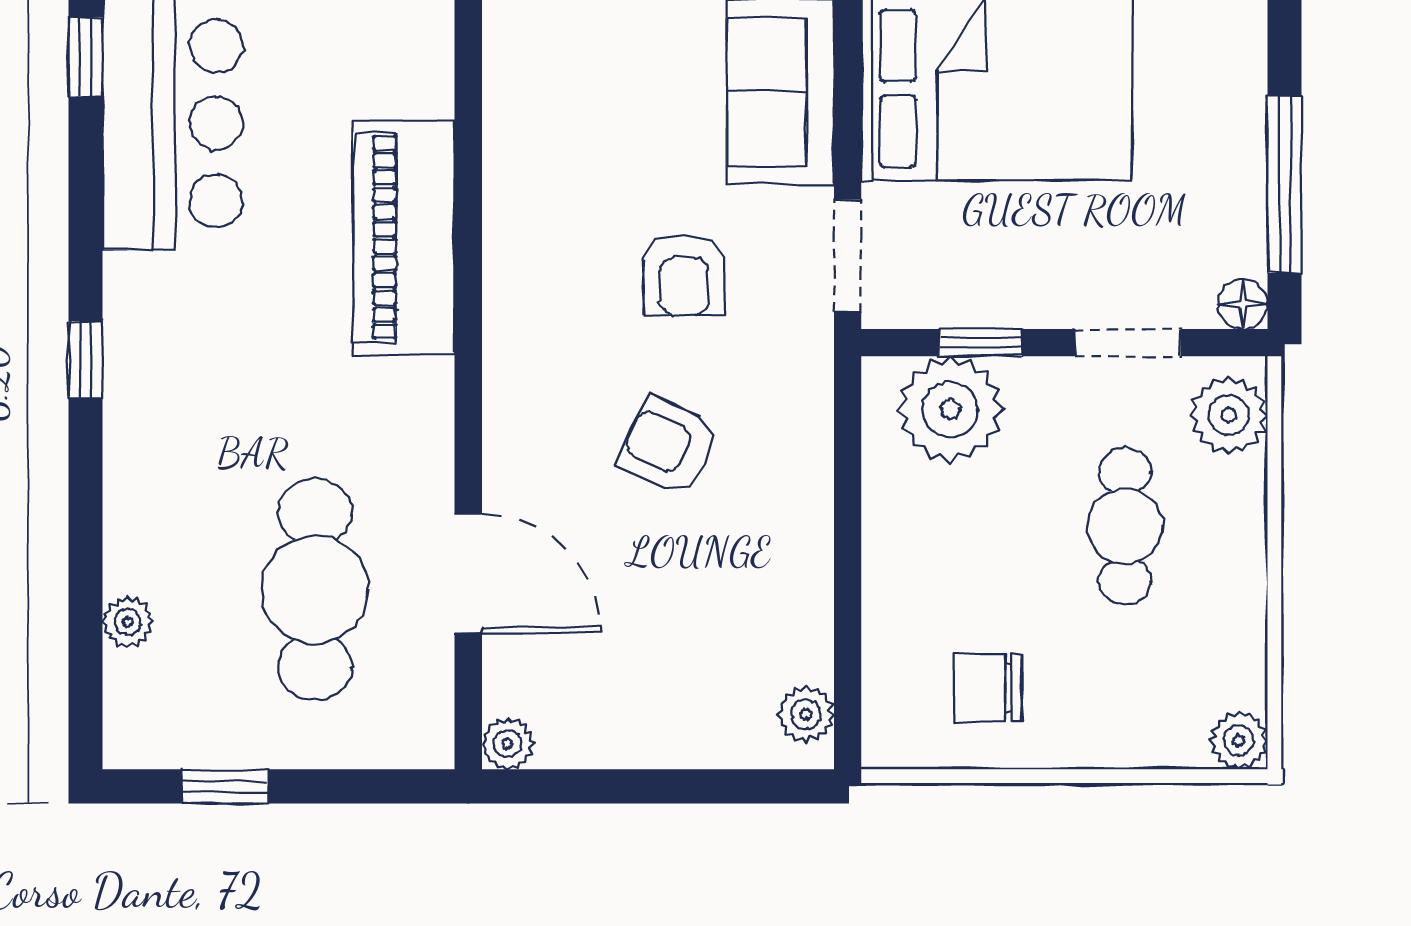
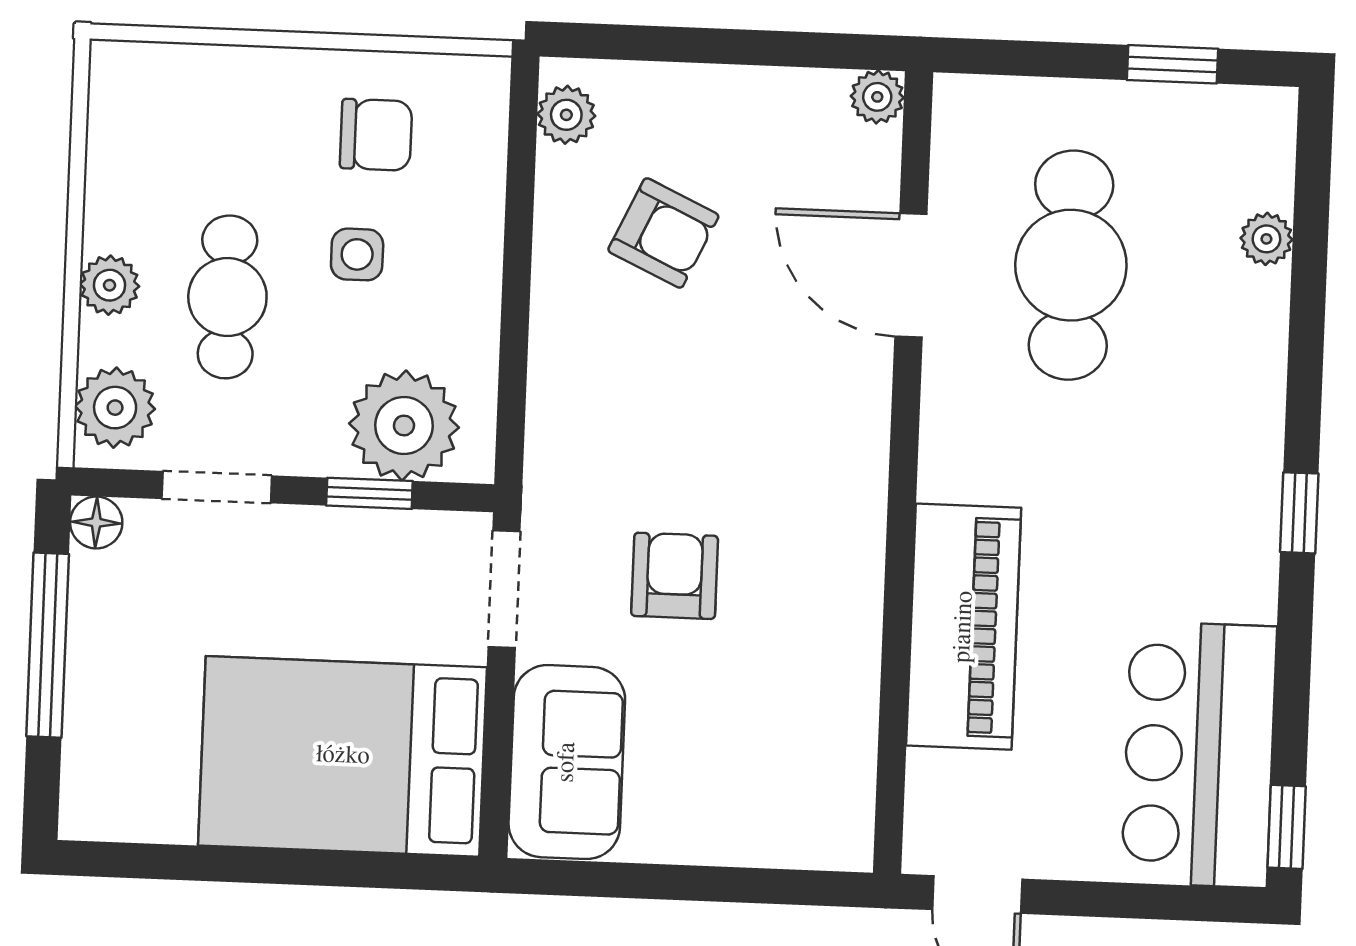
armchair: (669, 446) -> (663, 233), moved
side table: (1002, 572) -> (357, 254), added
plant: (1239, 741) -> (110, 285), moved

